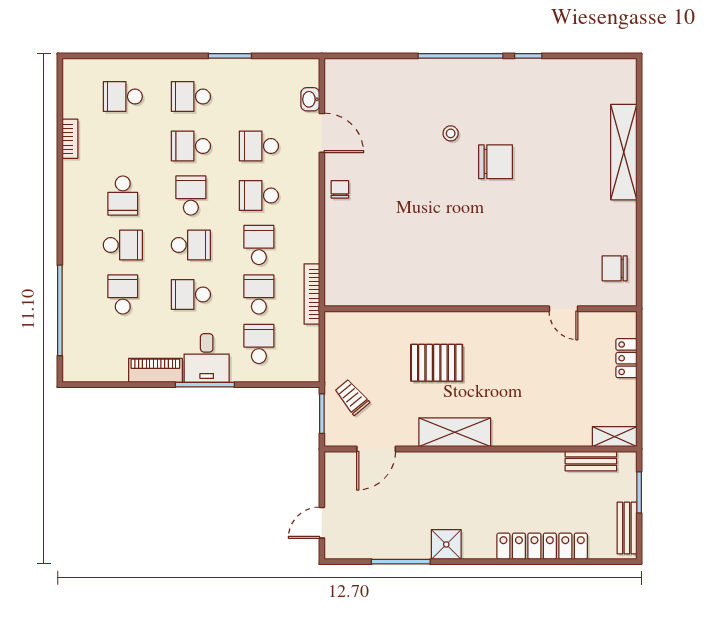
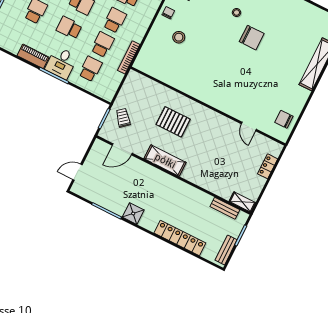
stool: (377, 221) -> (179, 37), added

